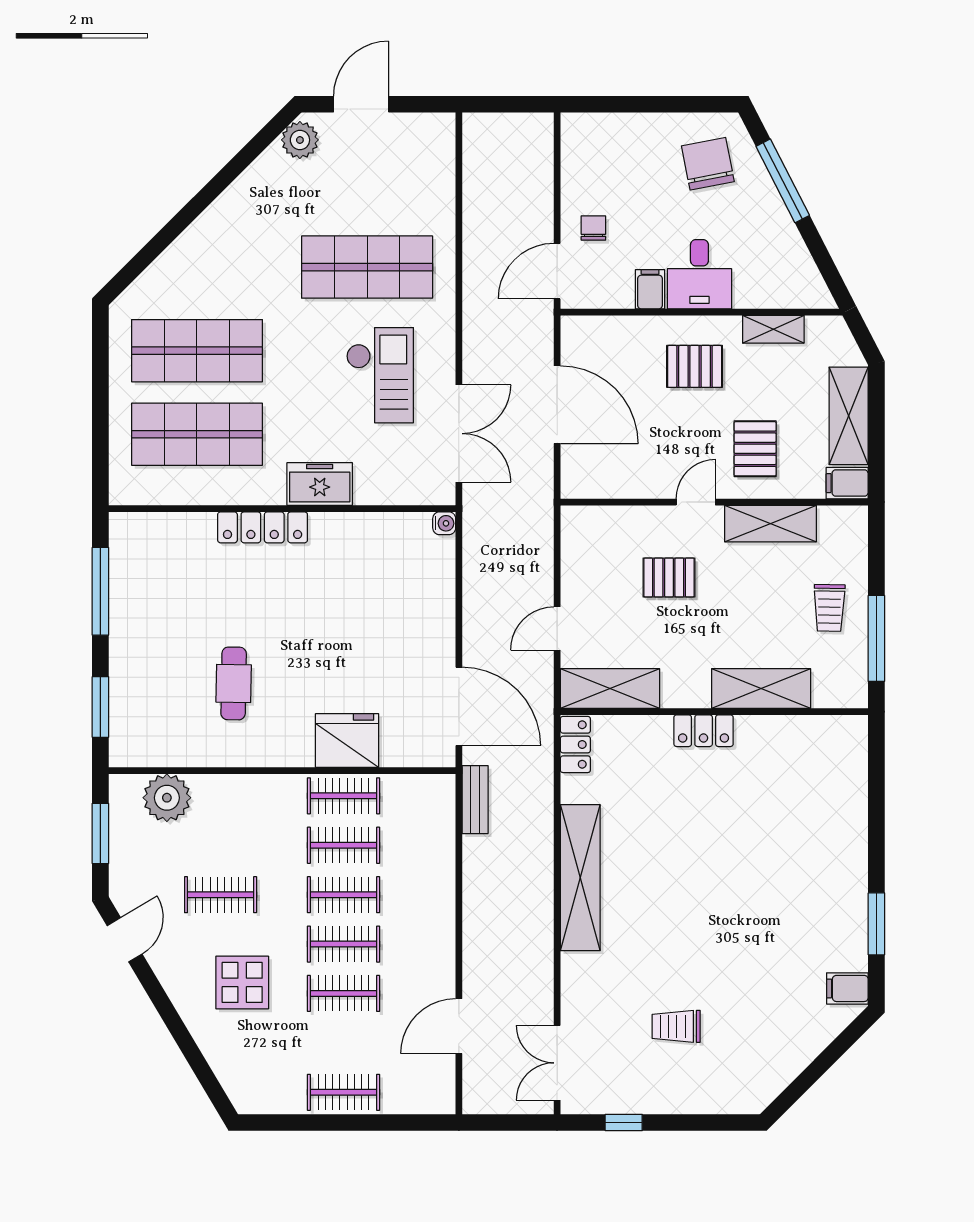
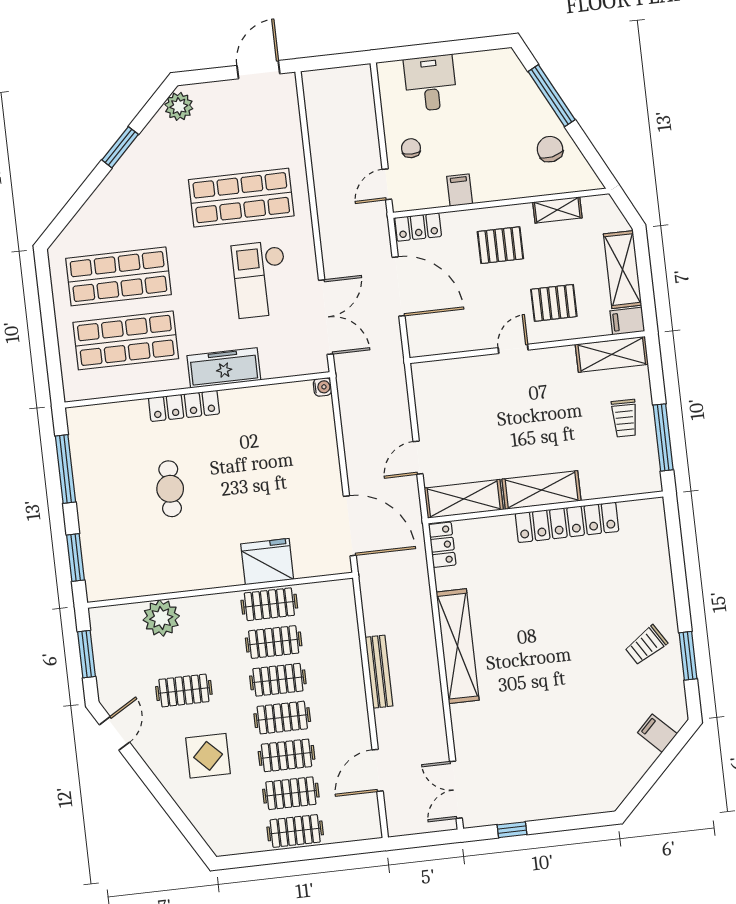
door: (361, 104) -> (258, 70), moved
chair: (708, 164) -> (550, 149), moved, width x0.73, depth x0.73
window: (218, 184) -> (120, 147), added
door: (557, 271) -> (387, 184), width x0.73
desk: (699, 274) -> (430, 83), moved, turned 180
locker: (591, 331) -> (418, 227), added
checkout: (380, 375) -> (261, 279), turned 180
pallet: (755, 449) -> (554, 303), turned 90
freezer: (320, 484) -> (224, 368), width x1.40
shelving: (771, 524) -> (612, 354), moved
pallet: (669, 577) -> (499, 409), removed
cafe table: (234, 683) -> (170, 489), moved
shelving: (761, 689) -> (542, 490), moved
locker: (704, 731) -> (567, 522), width x2.16, depth x1.21
plant: (167, 798) -> (161, 618), moved
bench: (475, 800) -> (379, 672), moved, width x1.36
filing cabinet: (847, 988) -> (657, 733), moved, turned 45
trolley: (676, 1026) -> (646, 645), moved, turned -32
clothes rail: (344, 1043) -> (291, 793), added

